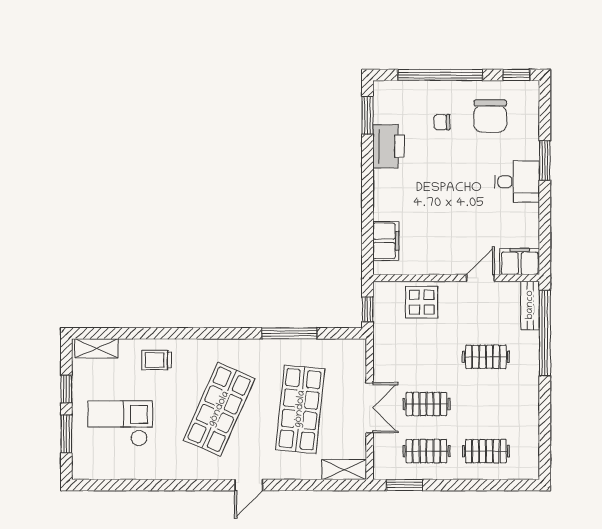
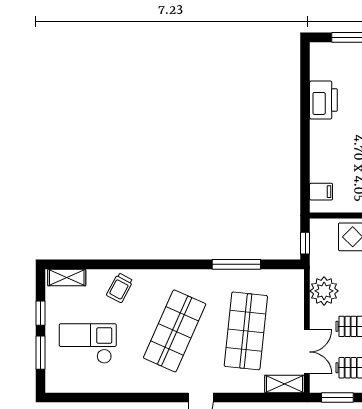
window: (368, 115) -> (305, 73), removed
filing cabinet: (386, 241) -> (321, 192), width x0.50
trolley: (157, 360) -> (120, 288), turned -62
plant: (389, 364) -> (324, 291), added
double door: (370, 408) -> (307, 352), moved

